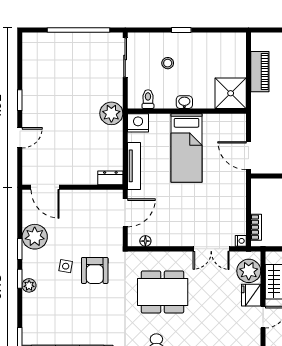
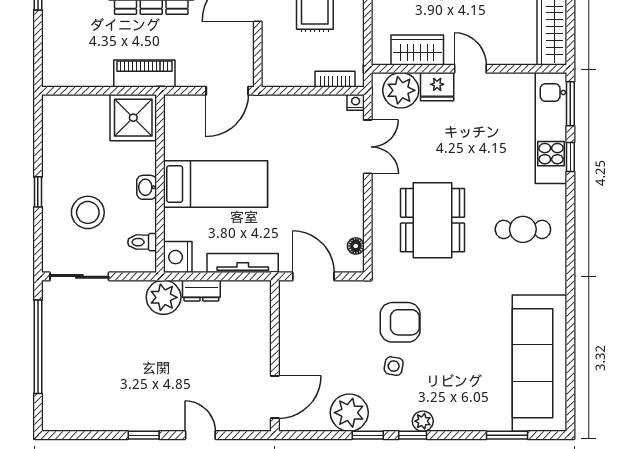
stool: (168, 63) -> (88, 212), width x1.89, depth x1.89
piano: (260, 72) -> (144, 73), moved
dresser: (110, 178) -> (201, 291), moved, turned -90

